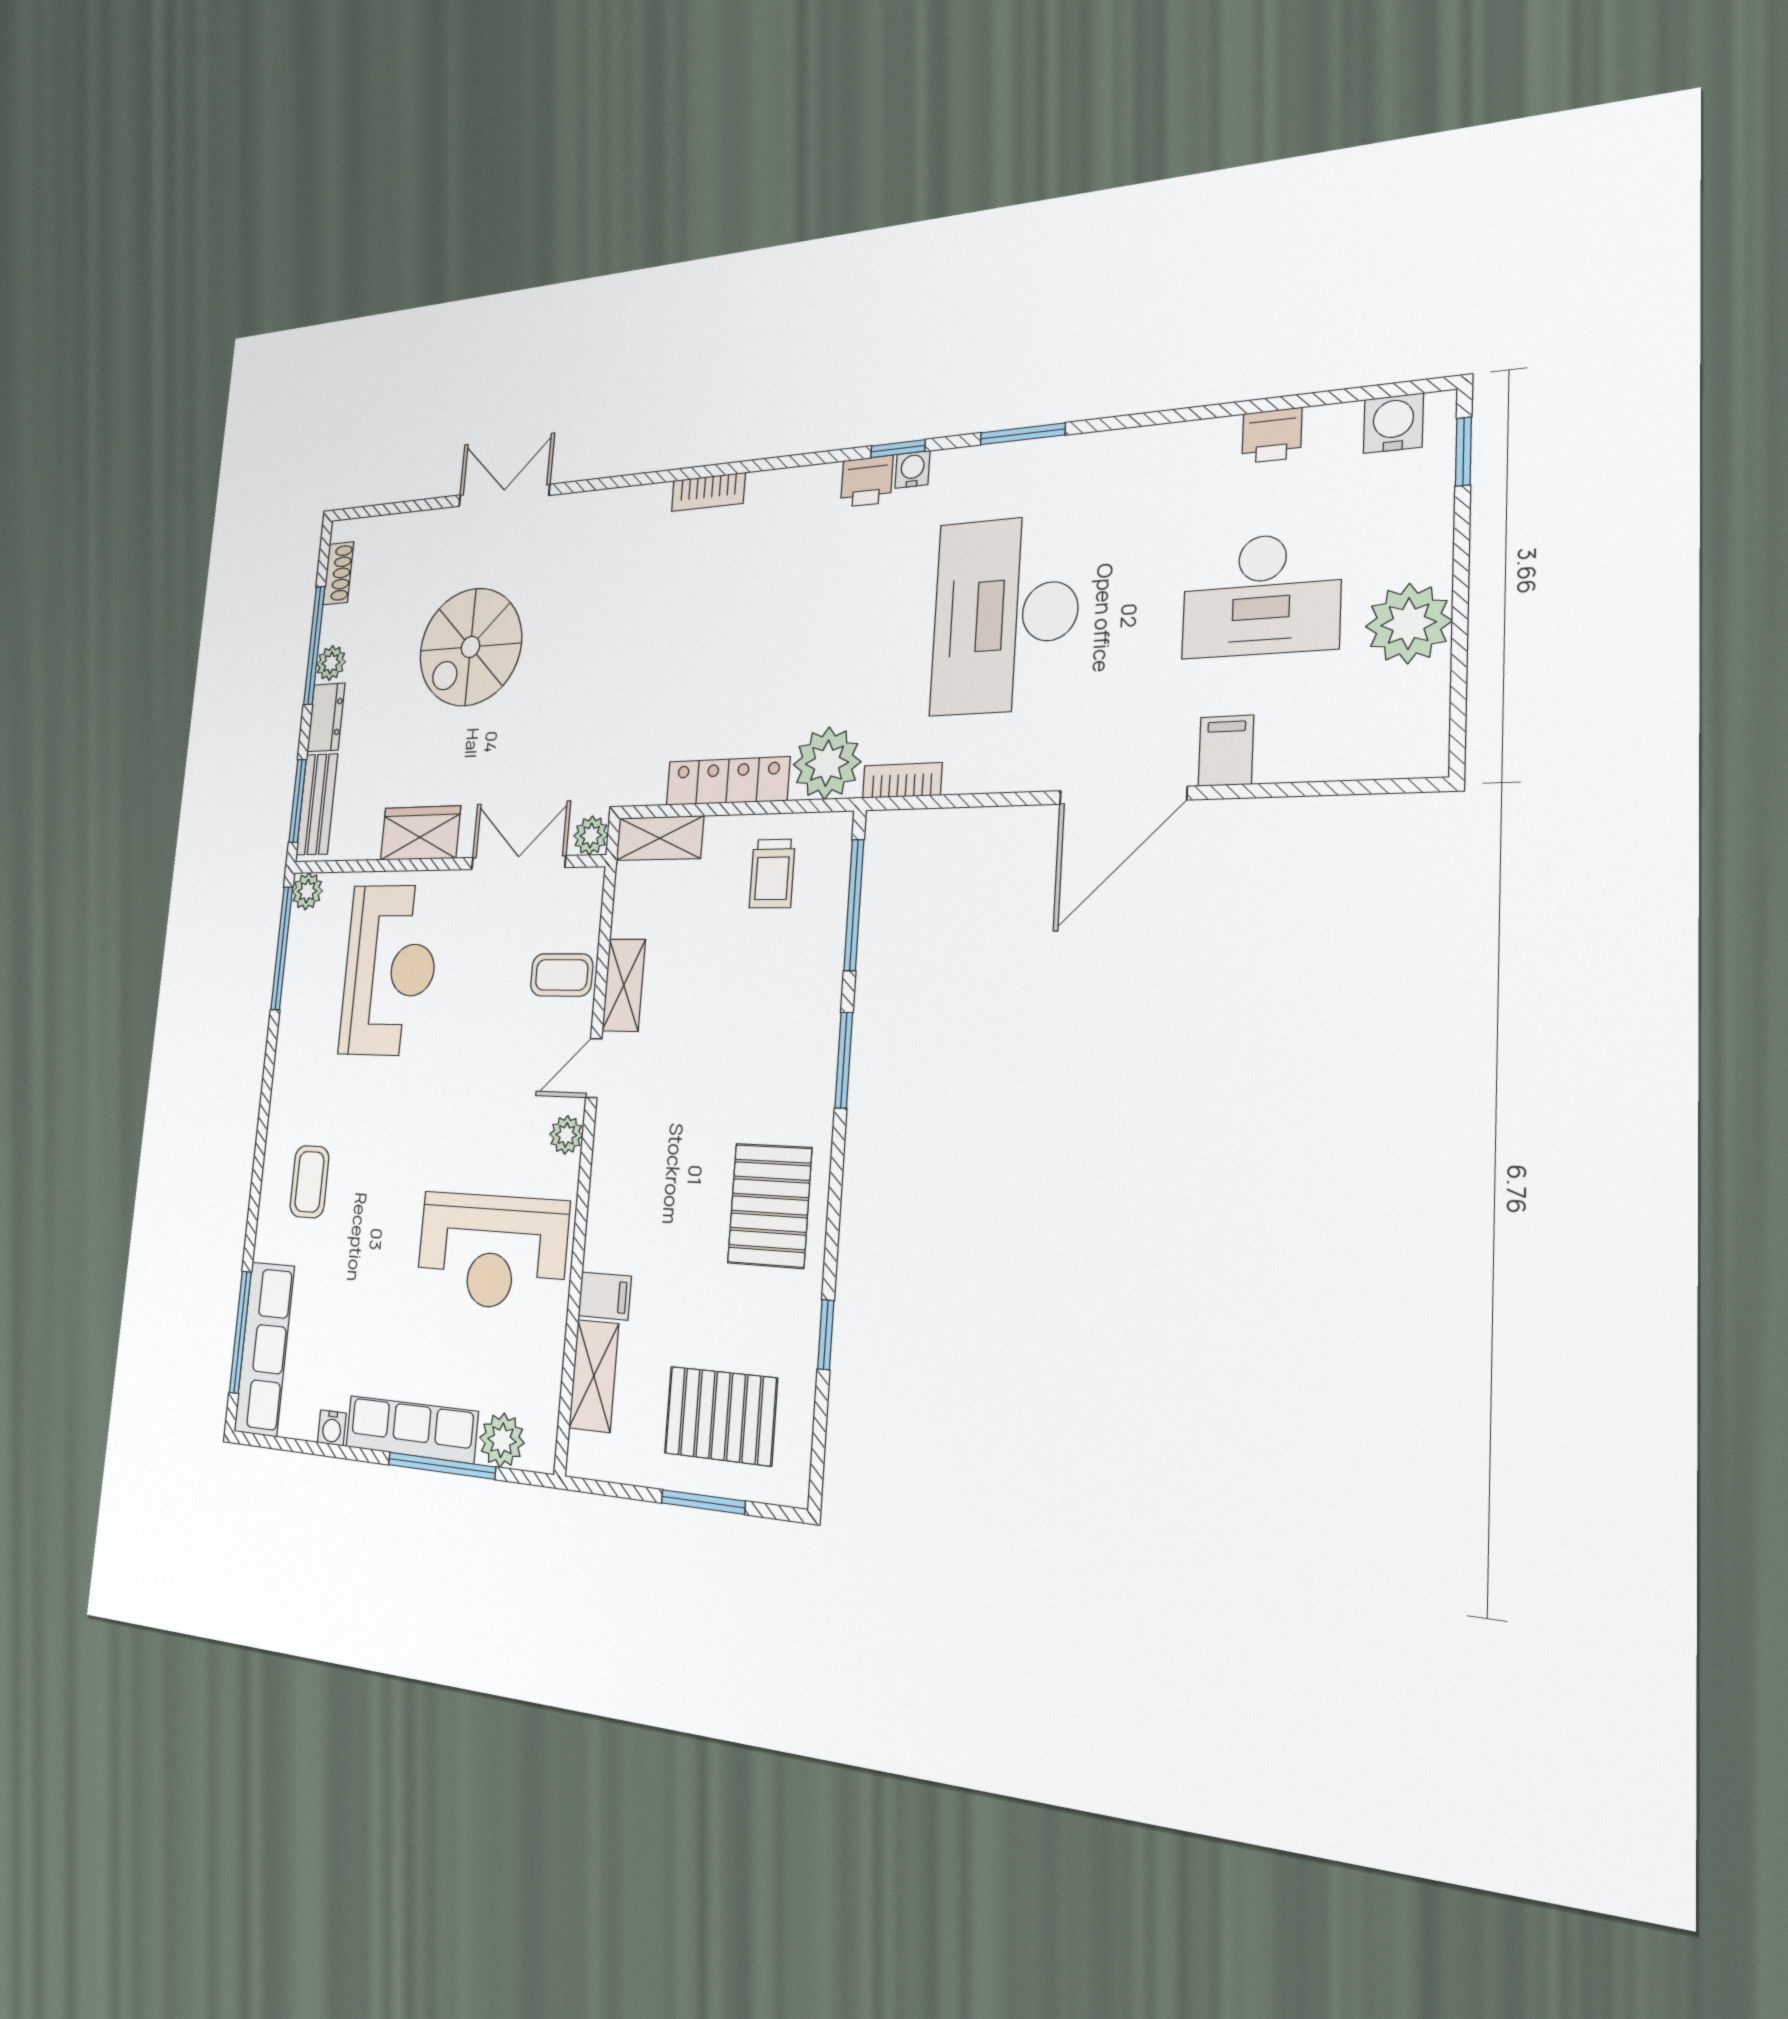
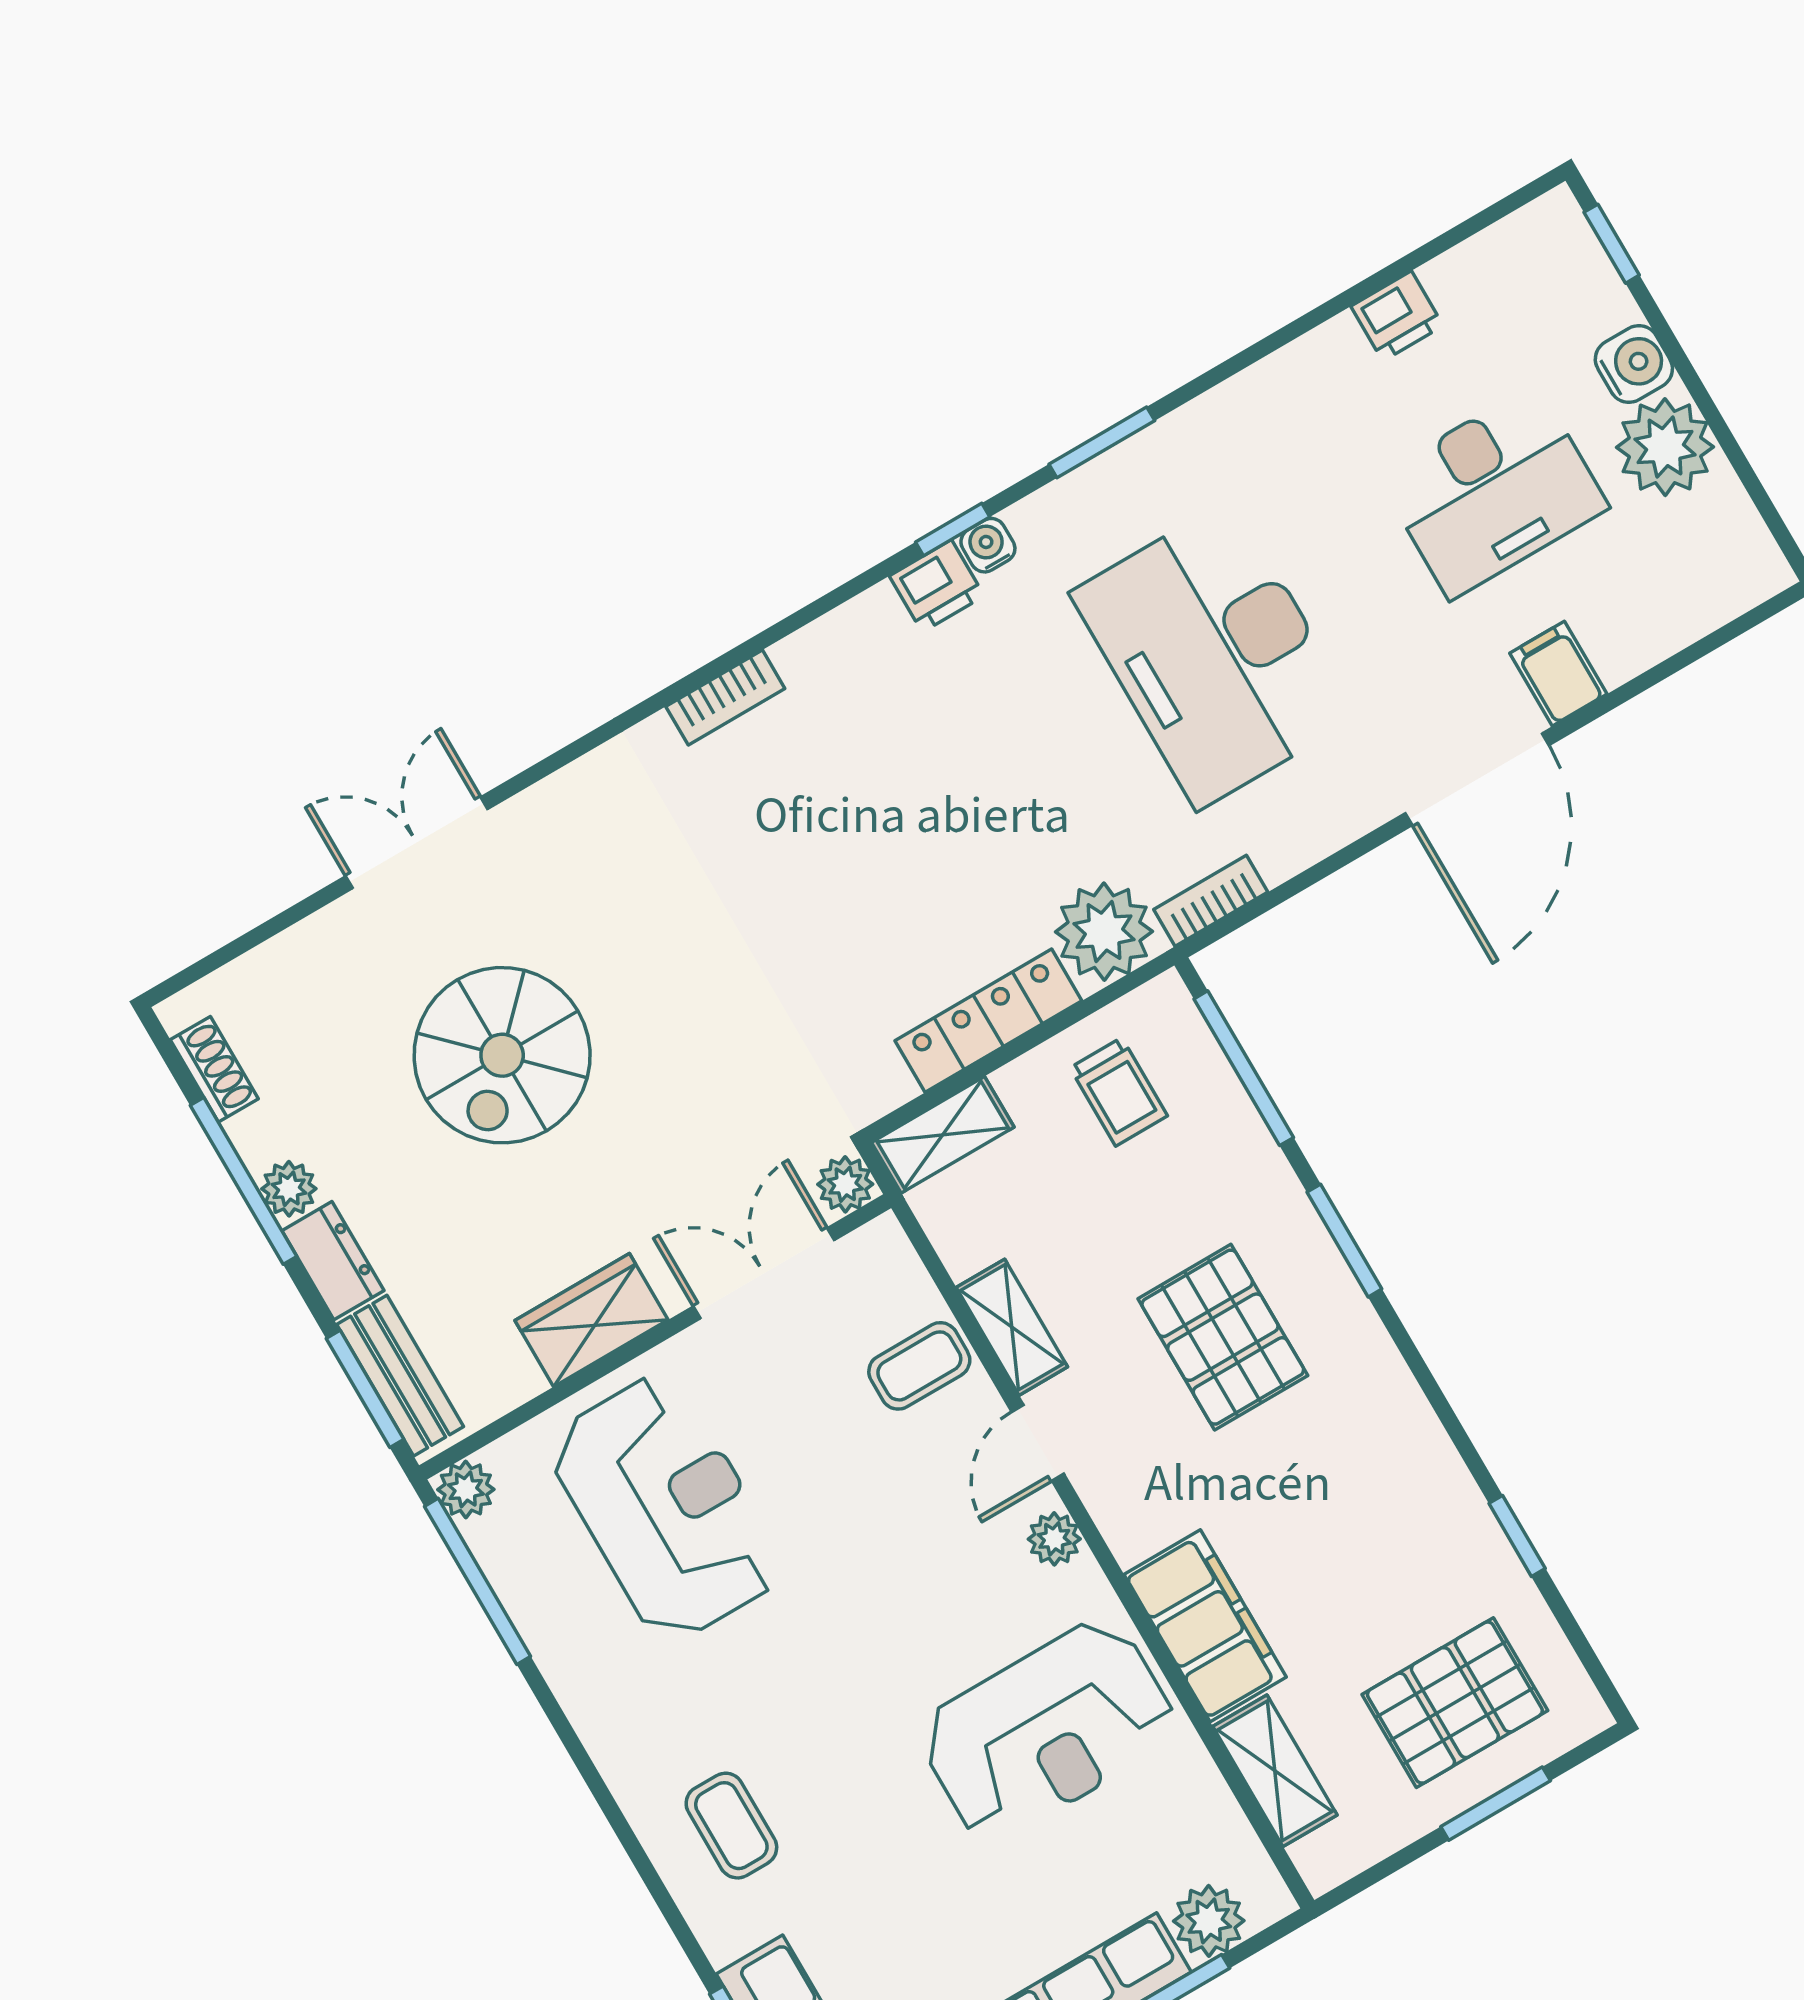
water cooler: (1393, 423) -> (1634, 364), moved, turned 90
pallet: (770, 1205) -> (1223, 1337), moved
filing cabinet: (605, 1296) -> (1205, 1626), width x3.00, depth x1.17

